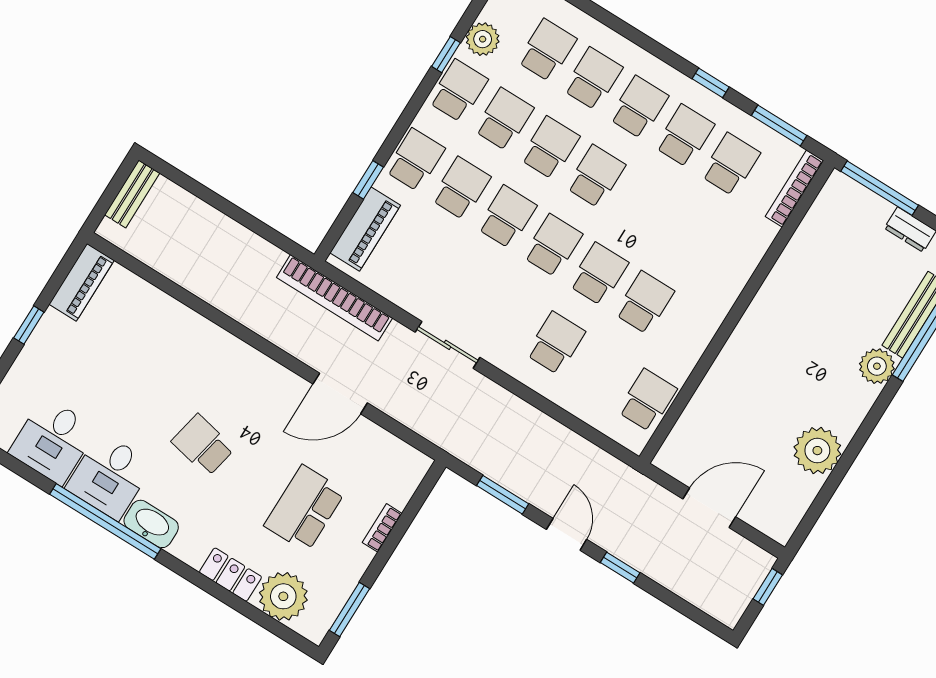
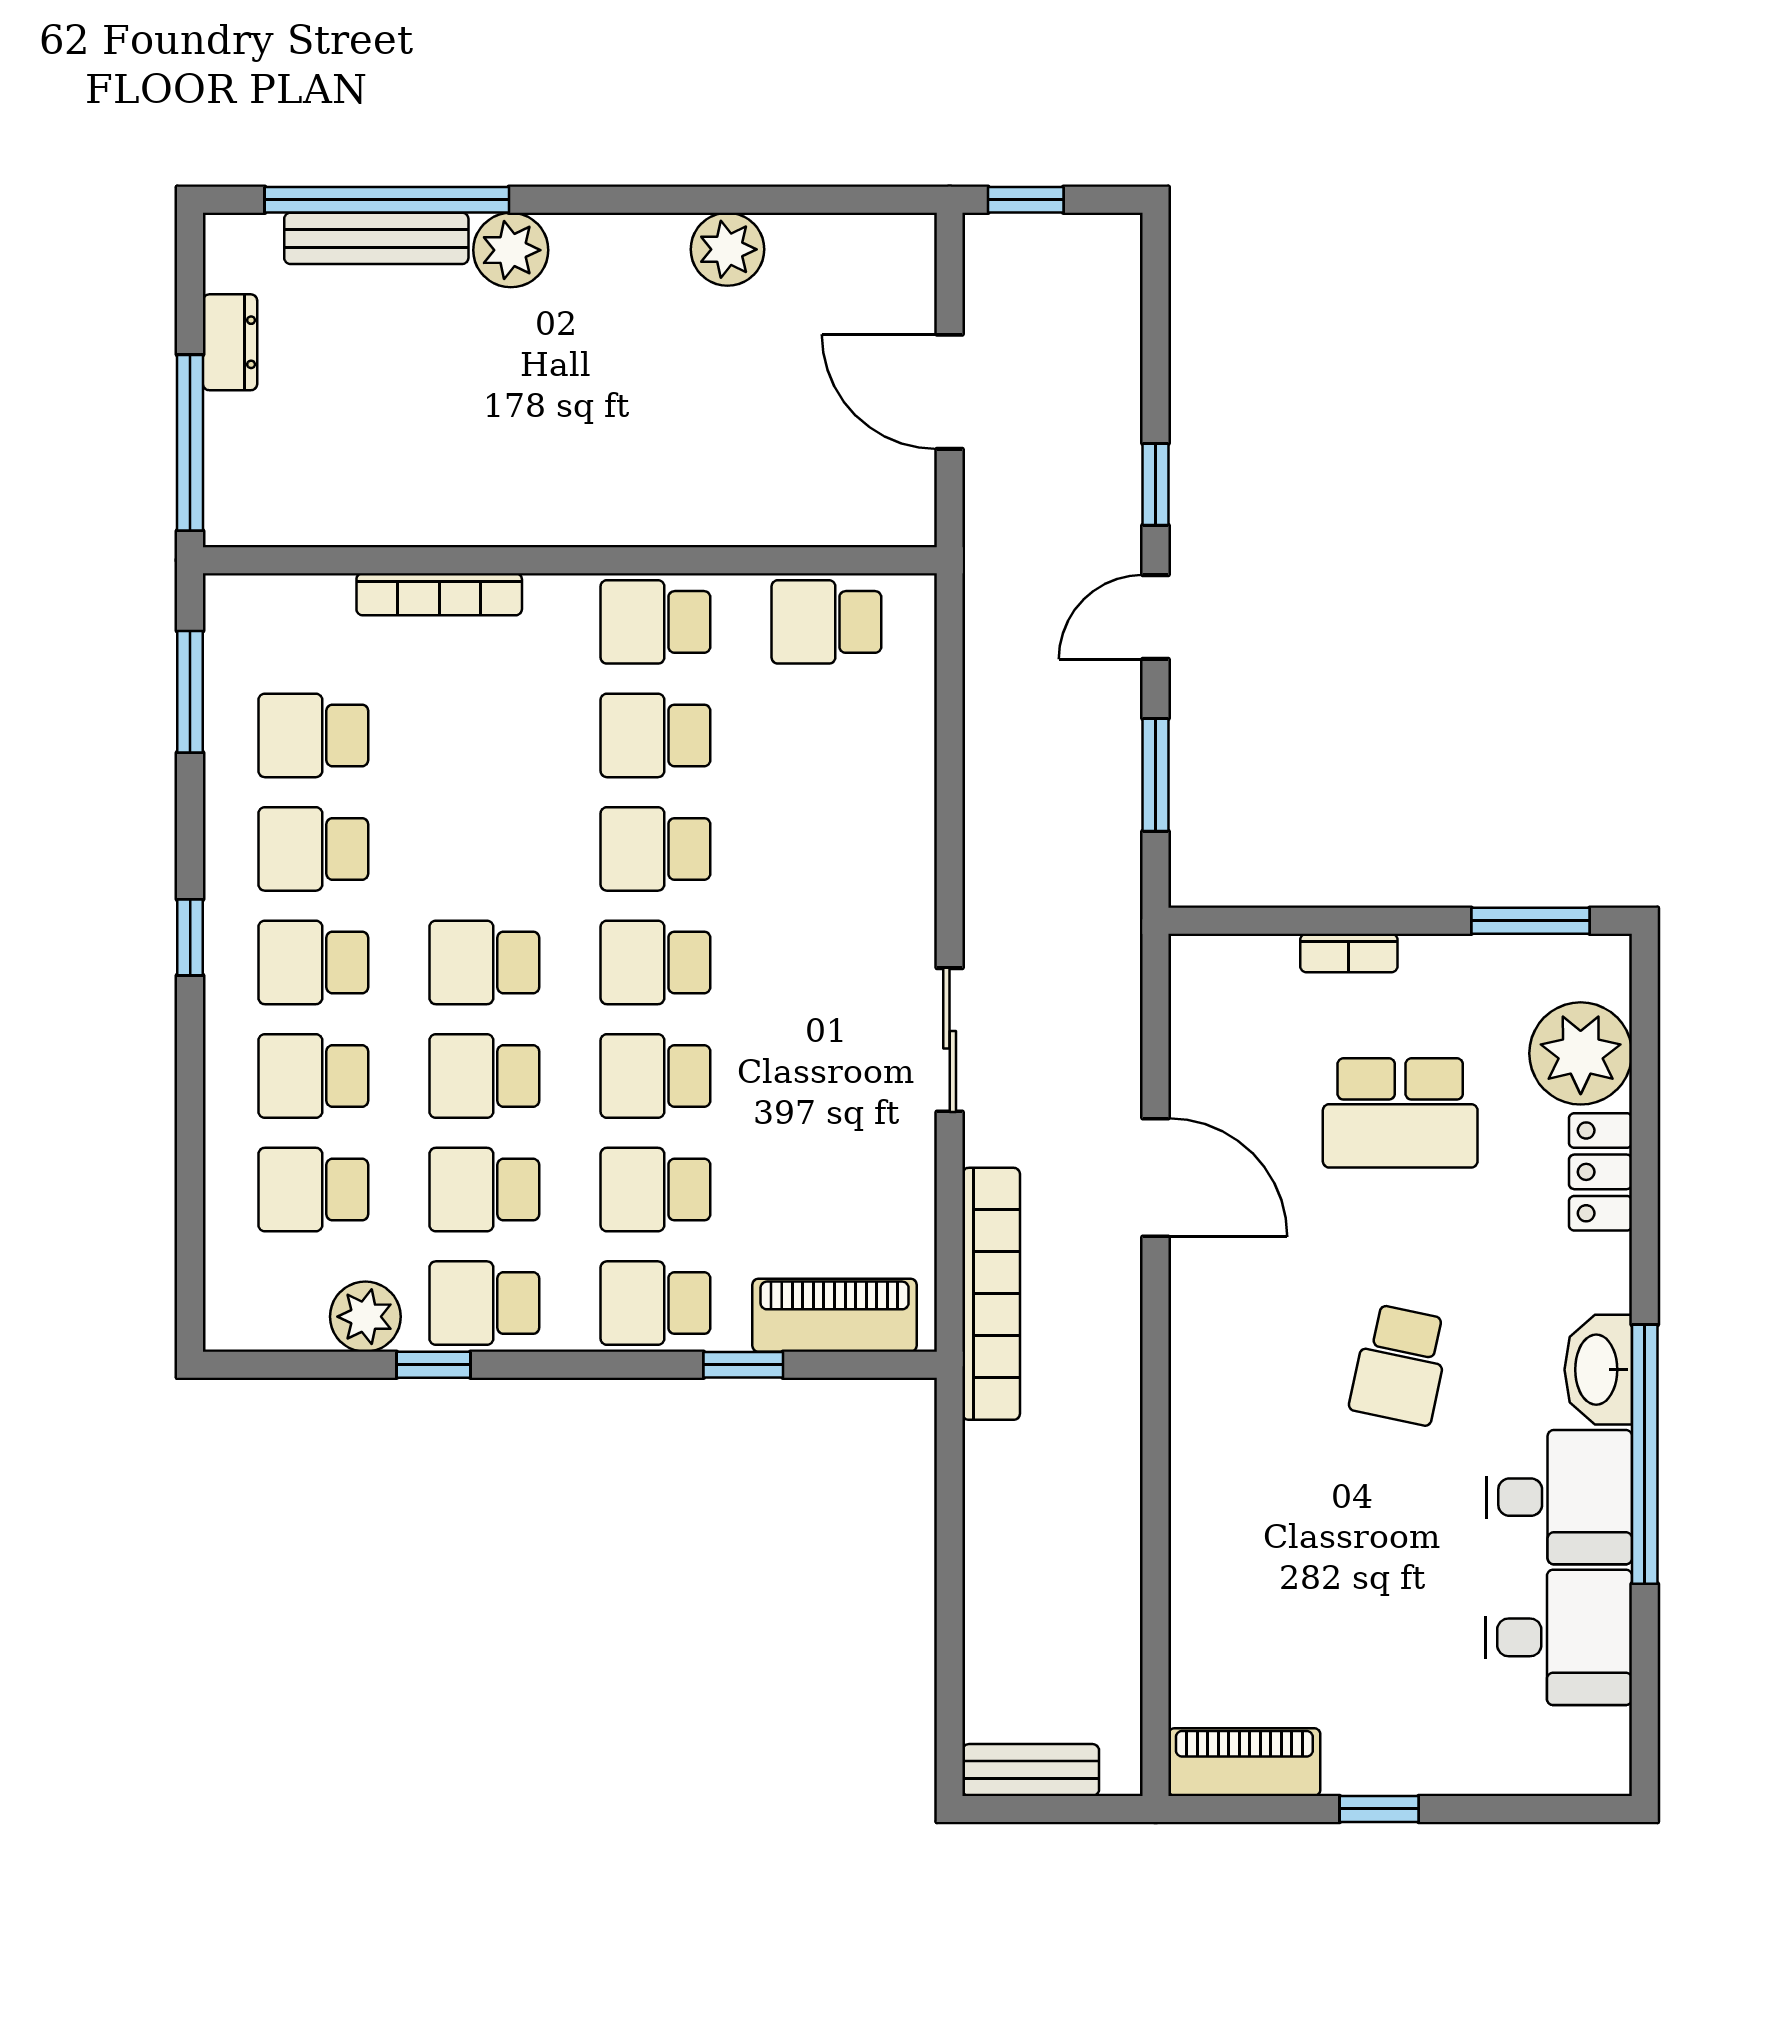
window: (711, 83) -> (190, 937), moved
bookcase: (794, 189) -> (439, 594), moved
school desk: (556, 343) -> (655, 622), moved
plant: (817, 451) -> (727, 249), width x0.73, depth x0.73

